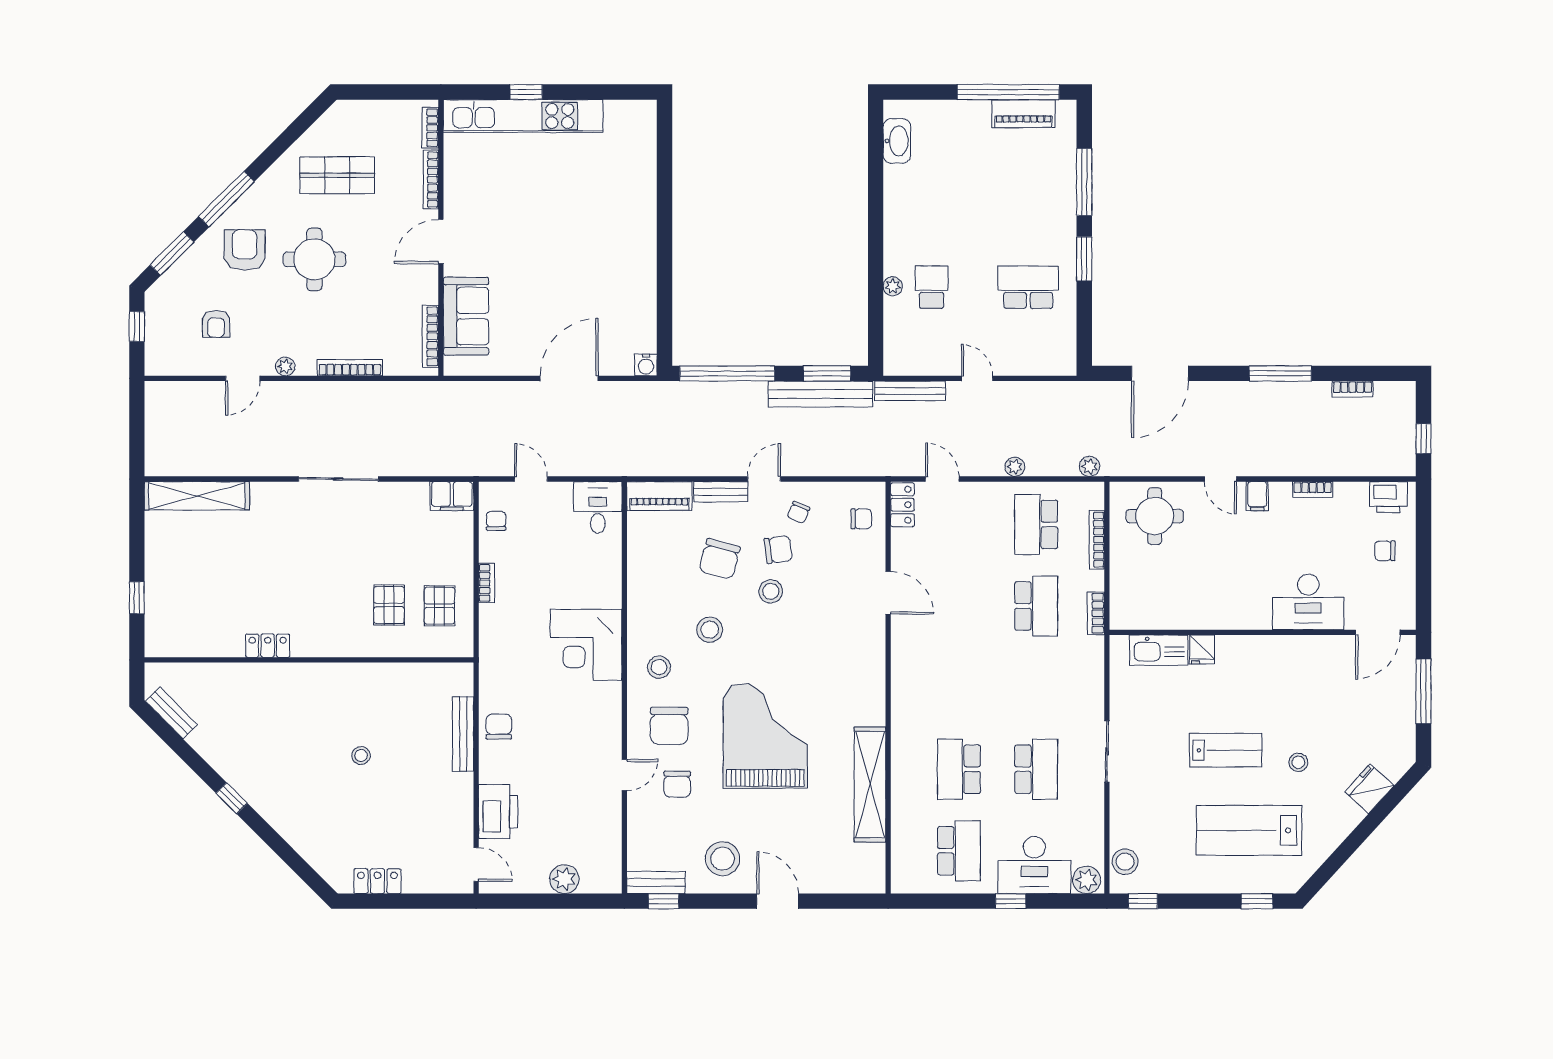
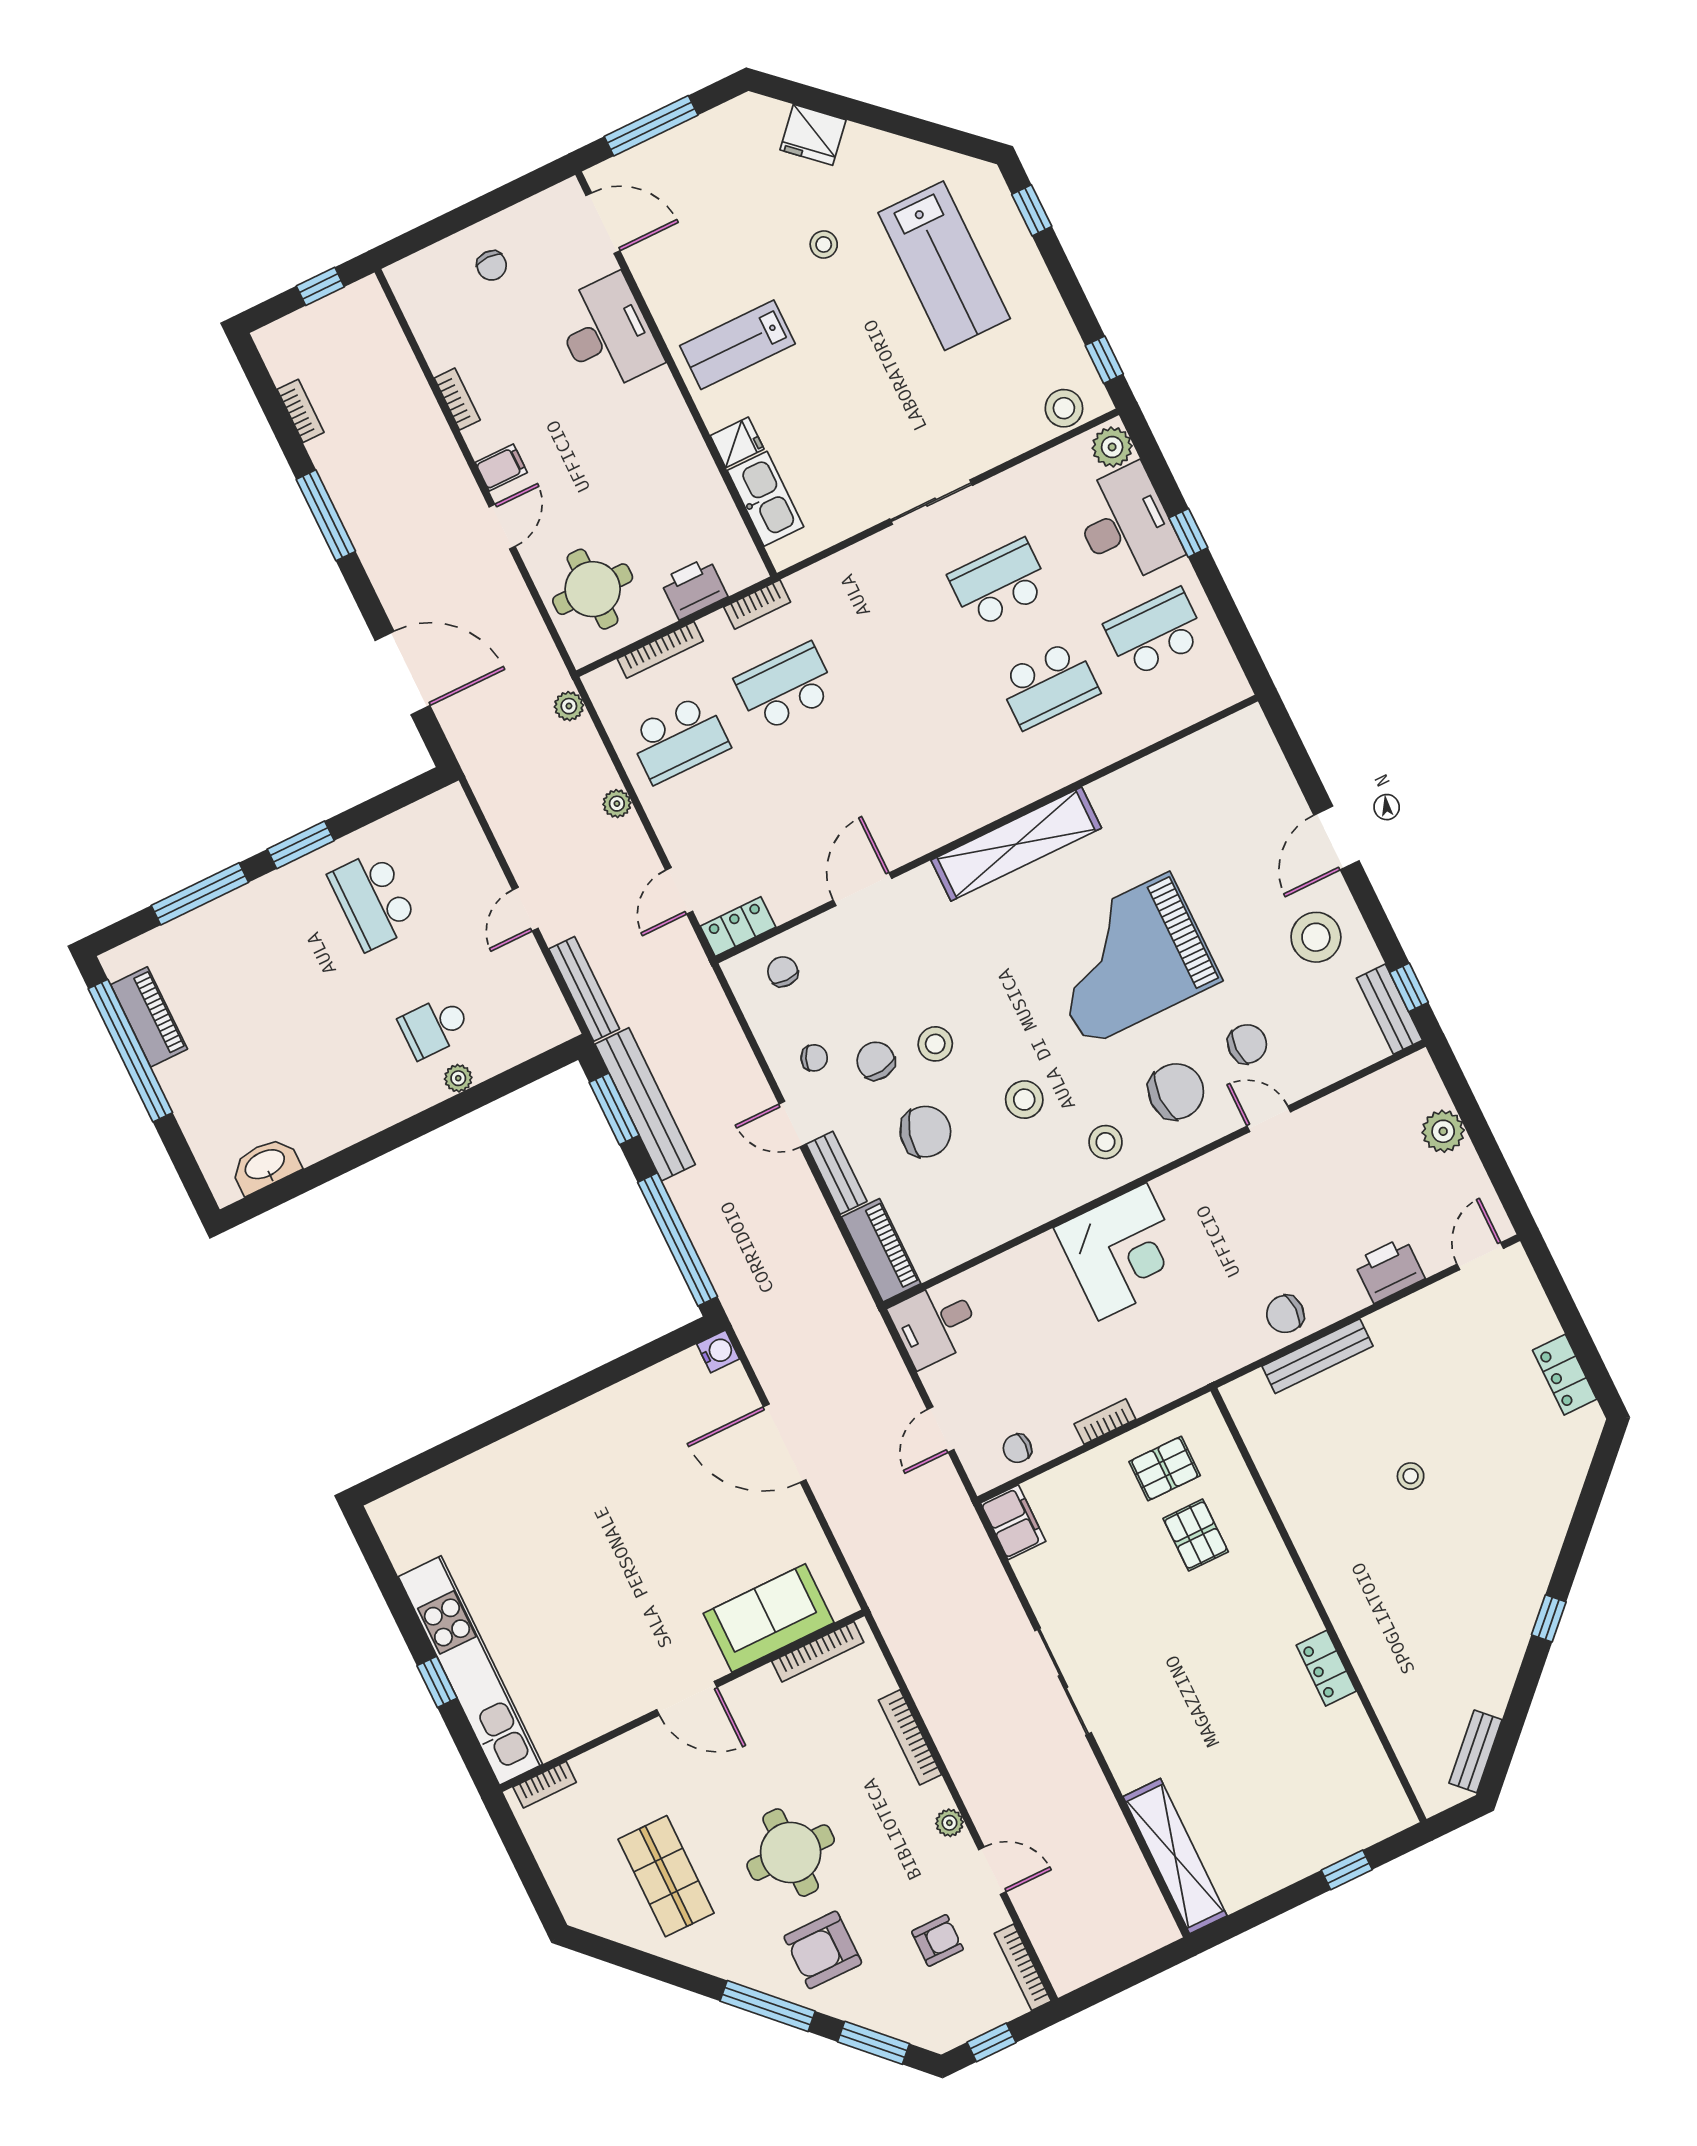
bookcase: (431, 180) -> (1023, 1967), moved, turned 90
printer: (1388, 497) -> (694, 588), moved, turned -90
pallet: (389, 605) -> (1196, 1535), turned 90
lab bench: (1226, 750) -> (737, 345), moved, turned -90
shelving: (870, 785) -> (1016, 844), moved
printer: (498, 812) -> (1389, 1270), width x0.73, depth x0.84

